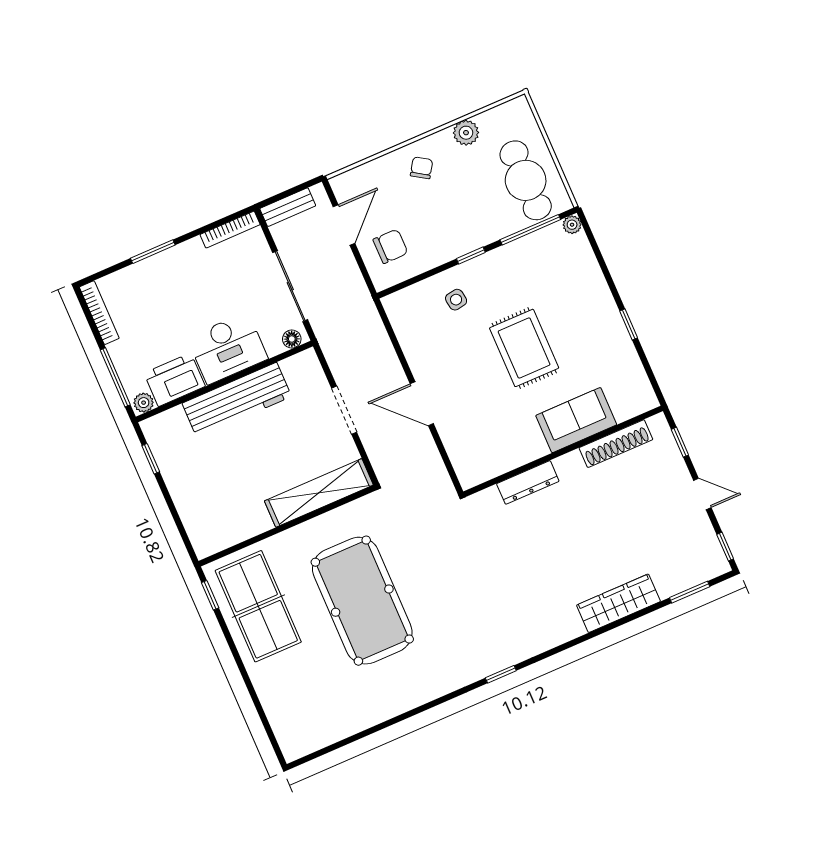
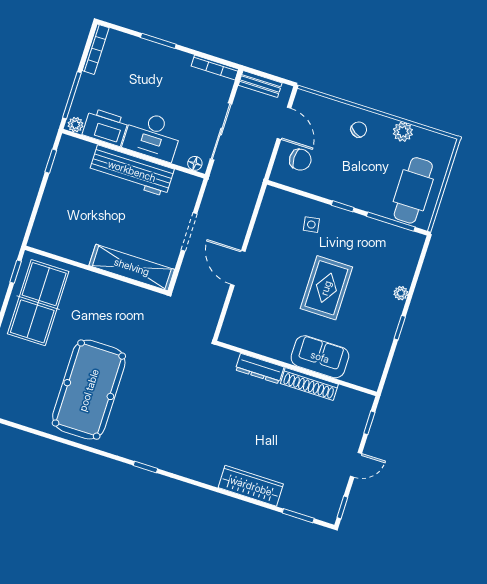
door: (344, 225) -> (284, 123), hinge flipped
plant: (572, 225) -> (401, 293), moved
shoe rack: (616, 444) -> (309, 384), moved
door: (702, 494) -> (356, 465), hinge flipped
pool table: (362, 601) -> (89, 390), moved

